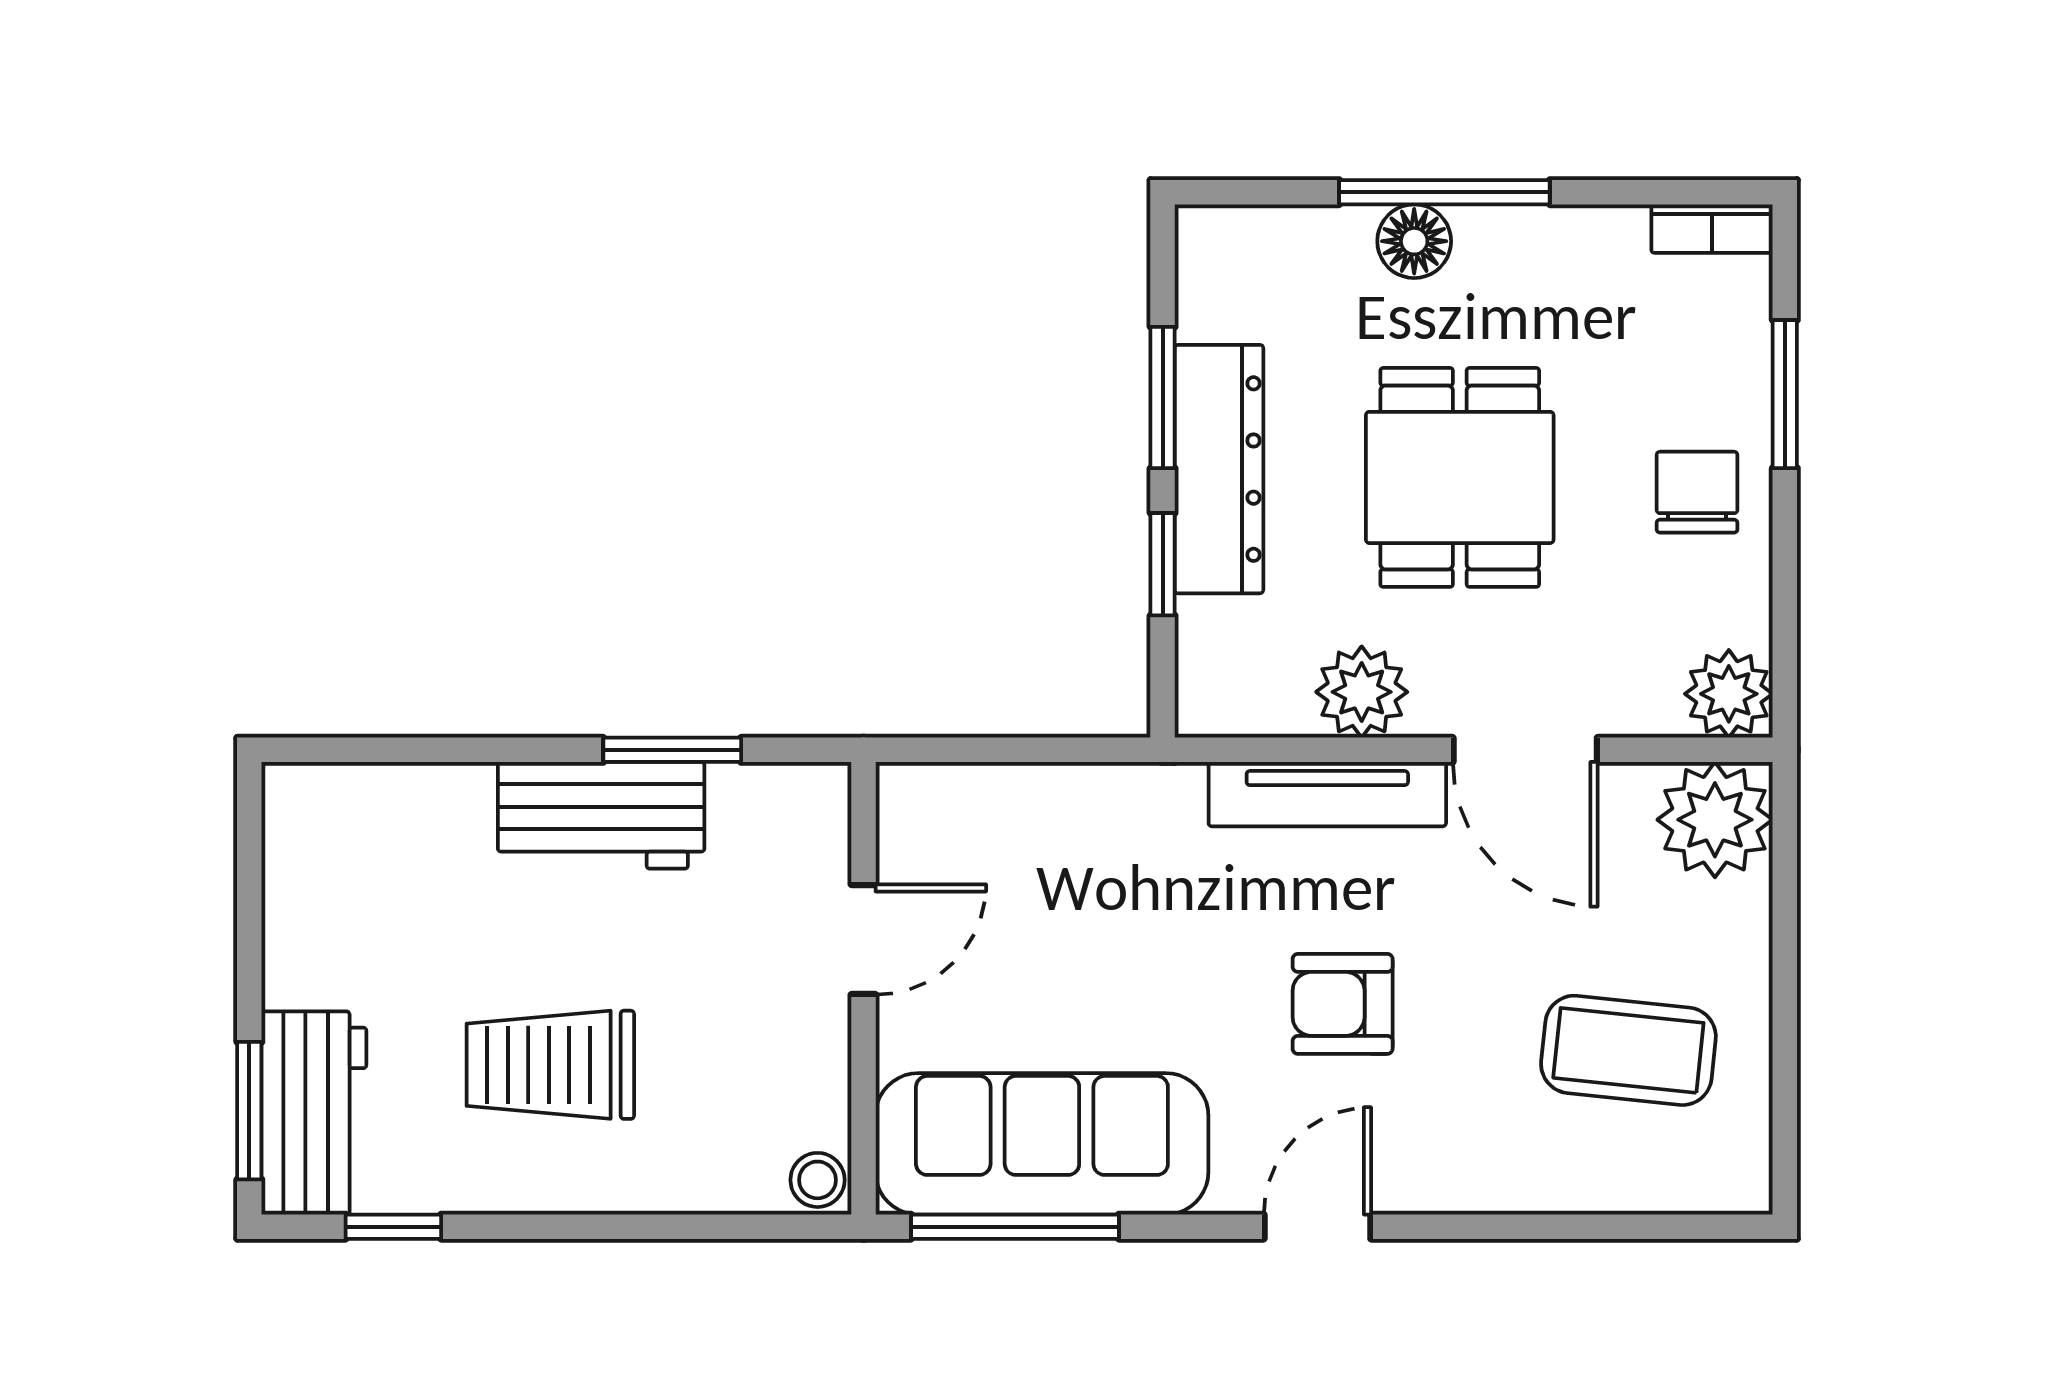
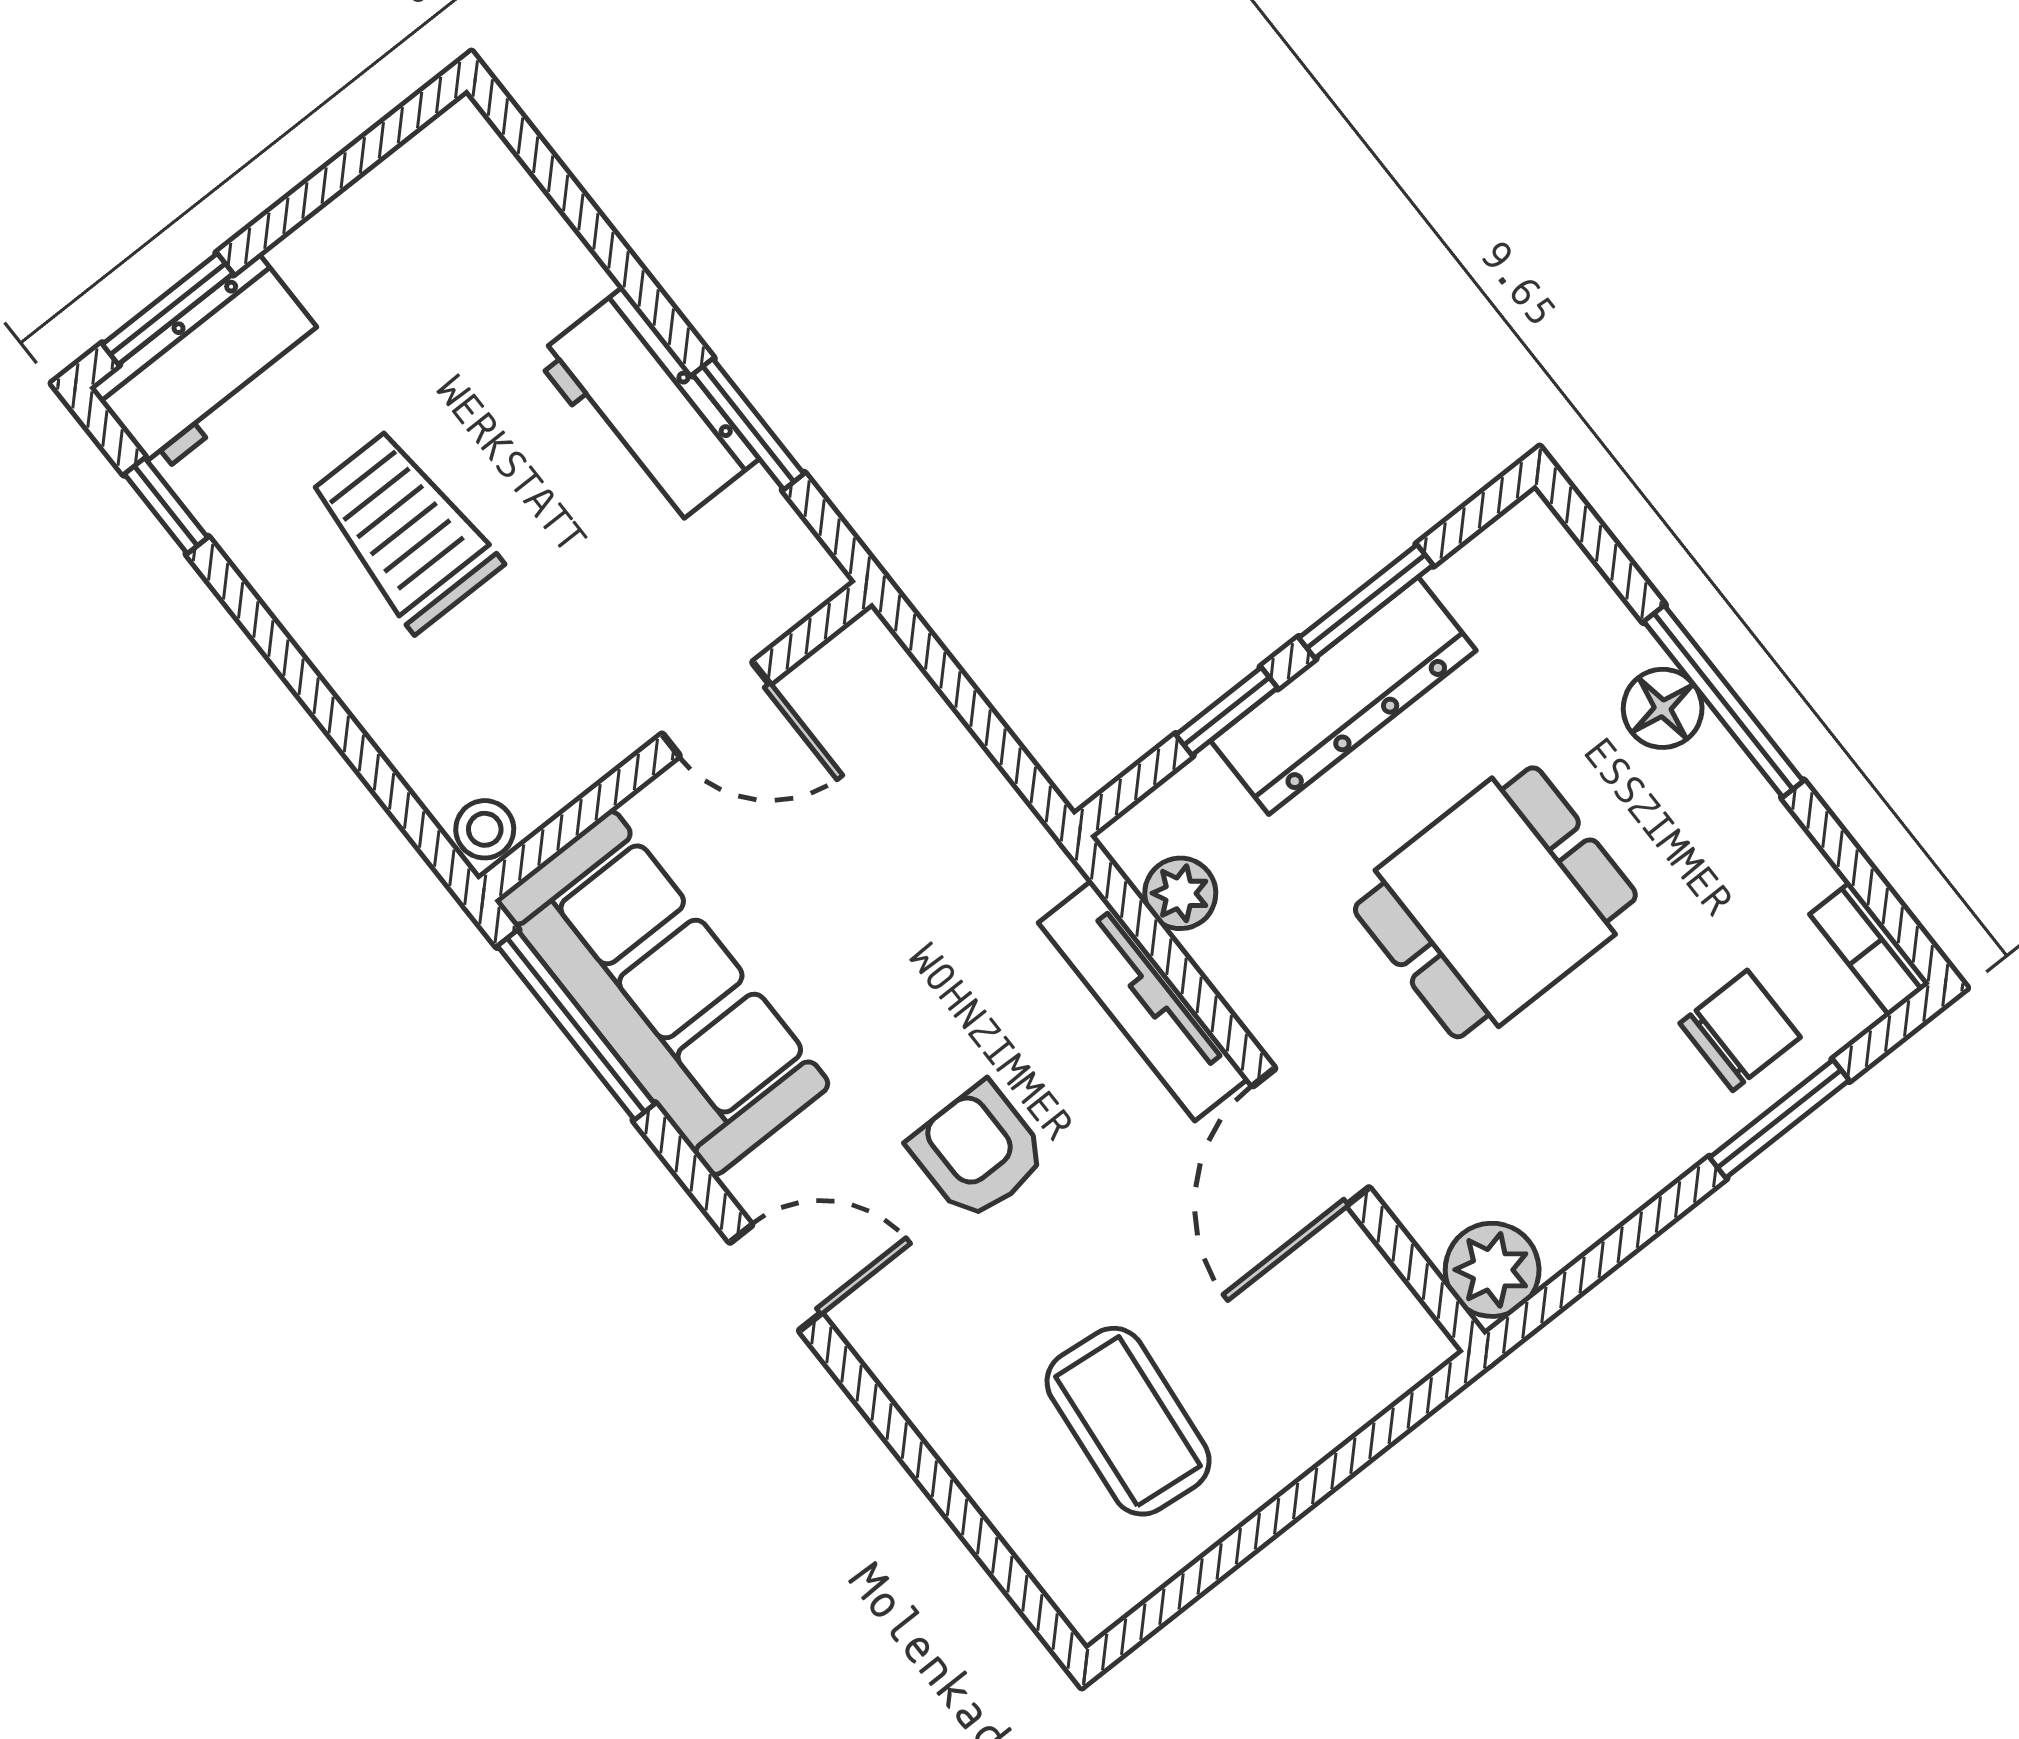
chair: (1697, 492) -> (1740, 1030), moved
plant: (1362, 692) -> (1180, 893), moved, width x0.73, depth x0.73
plant: (1715, 820) -> (1378, 1341), removed

